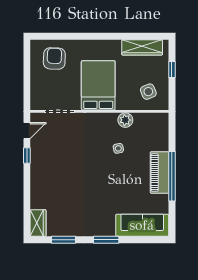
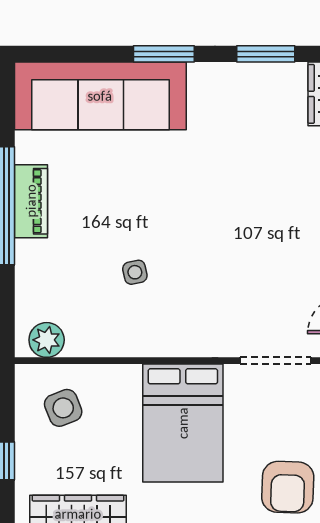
plant: (125, 120) -> (47, 340), moved
piano: (160, 173) -> (31, 201), width x0.73, depth x0.75
sofa: (142, 225) -> (100, 96), width x1.36, depth x1.27

